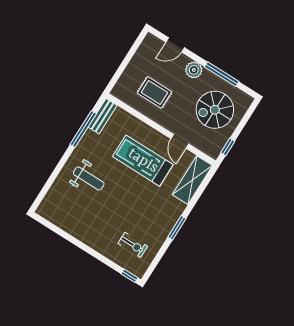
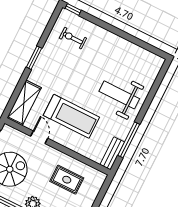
weight bench: (89, 178) -> (119, 95), width x1.36, depth x1.33

